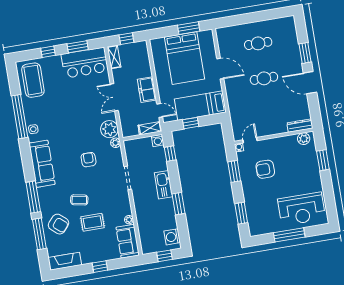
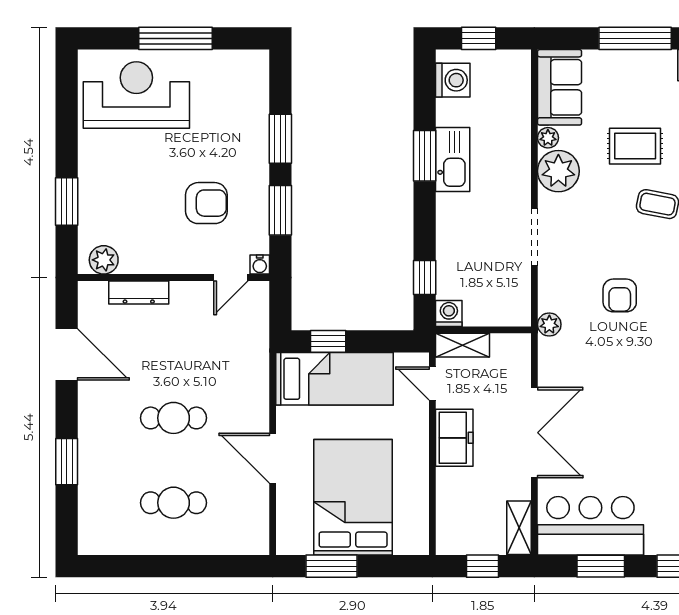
door: (310, 83) -> (67, 354), moved
double door: (114, 97) -> (534, 433), width x1.37
window: (191, 123) -> (328, 341), moved
dresser: (300, 126) -> (139, 292), moved
plant: (109, 129) -> (558, 171), moved
kitchen sink: (163, 185) -> (453, 159), moved
window: (241, 213) -> (280, 139), moved
window: (100, 267) -> (635, 38), width x2.17

